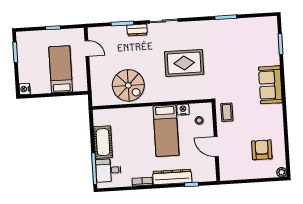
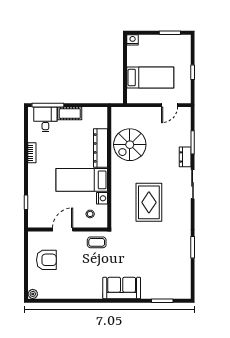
cot: (103, 142) -> (70, 113), width x0.73, depth x0.75
armchair: (262, 150) -> (46, 260), moved
dresser: (172, 177) -> (101, 148), moved, turned 180

